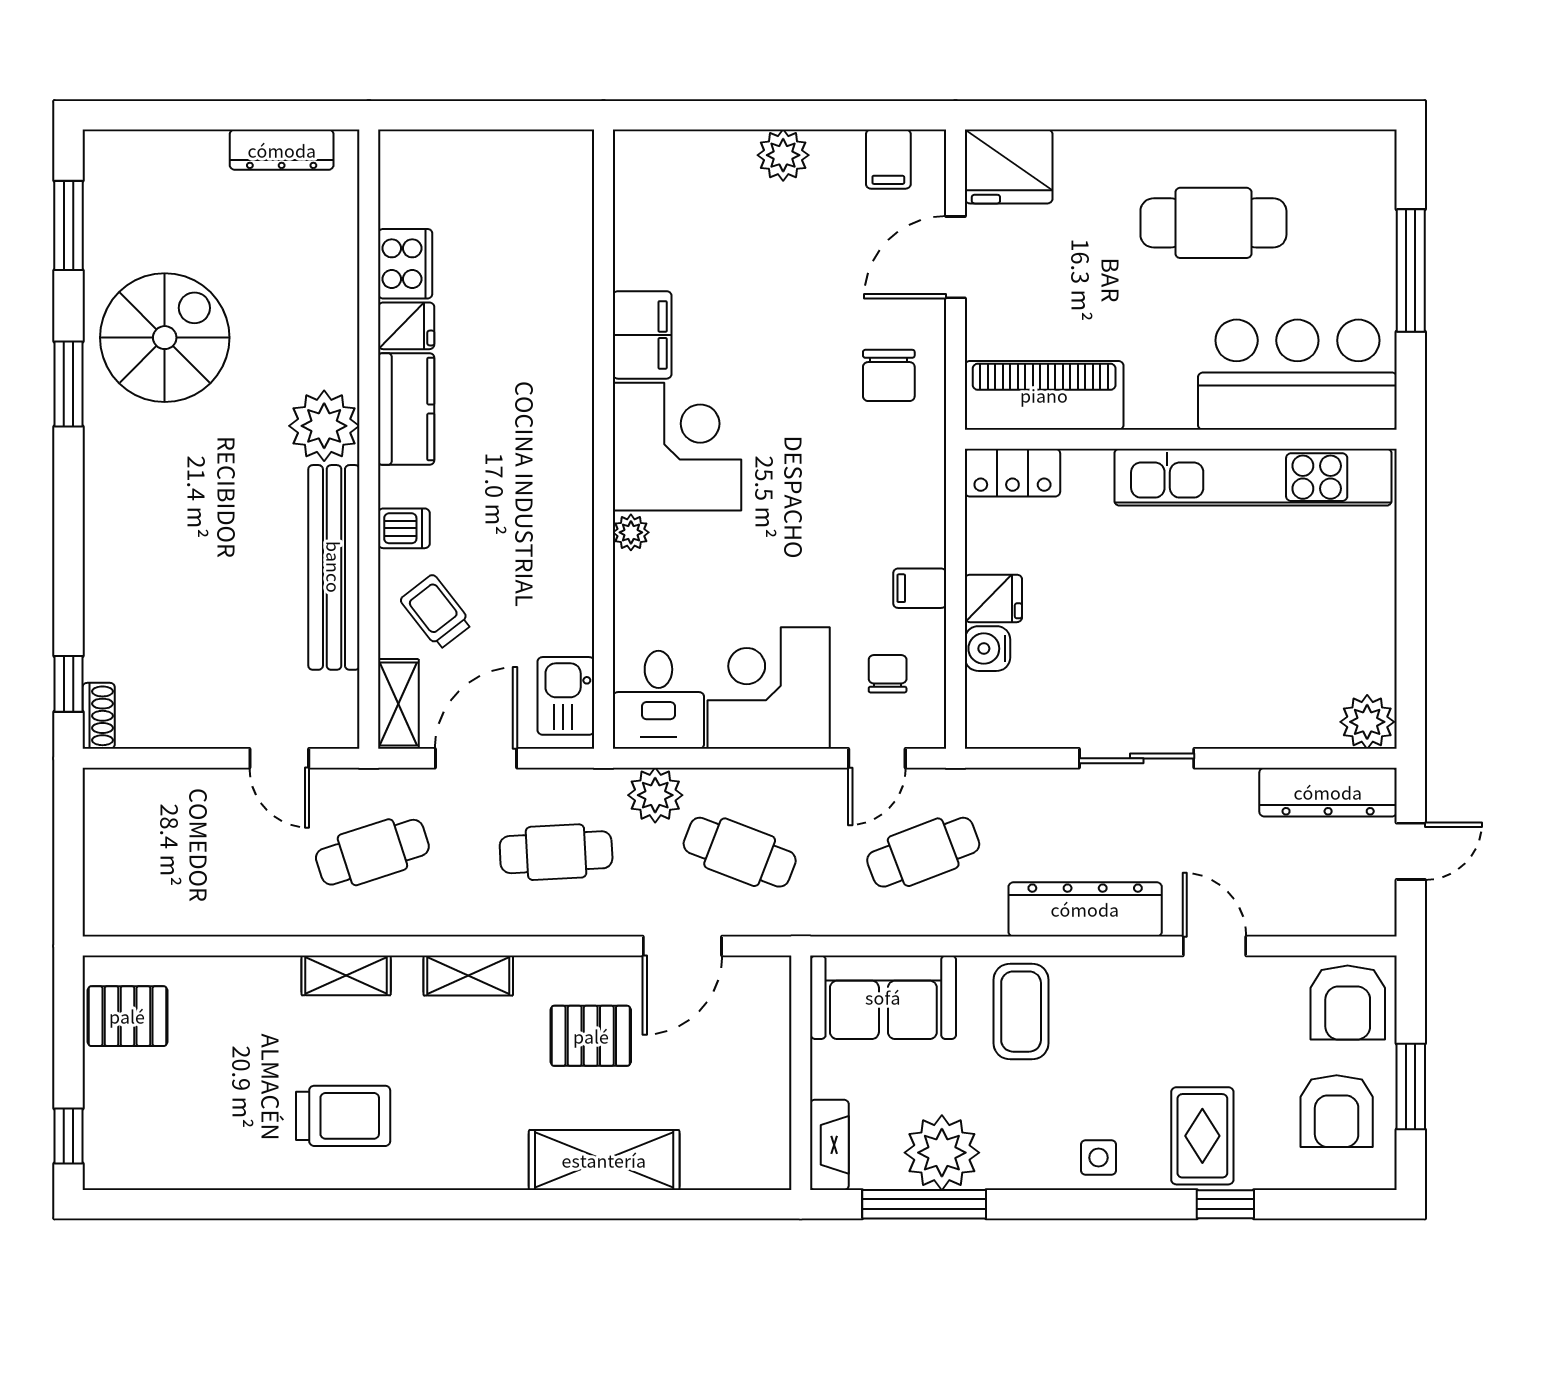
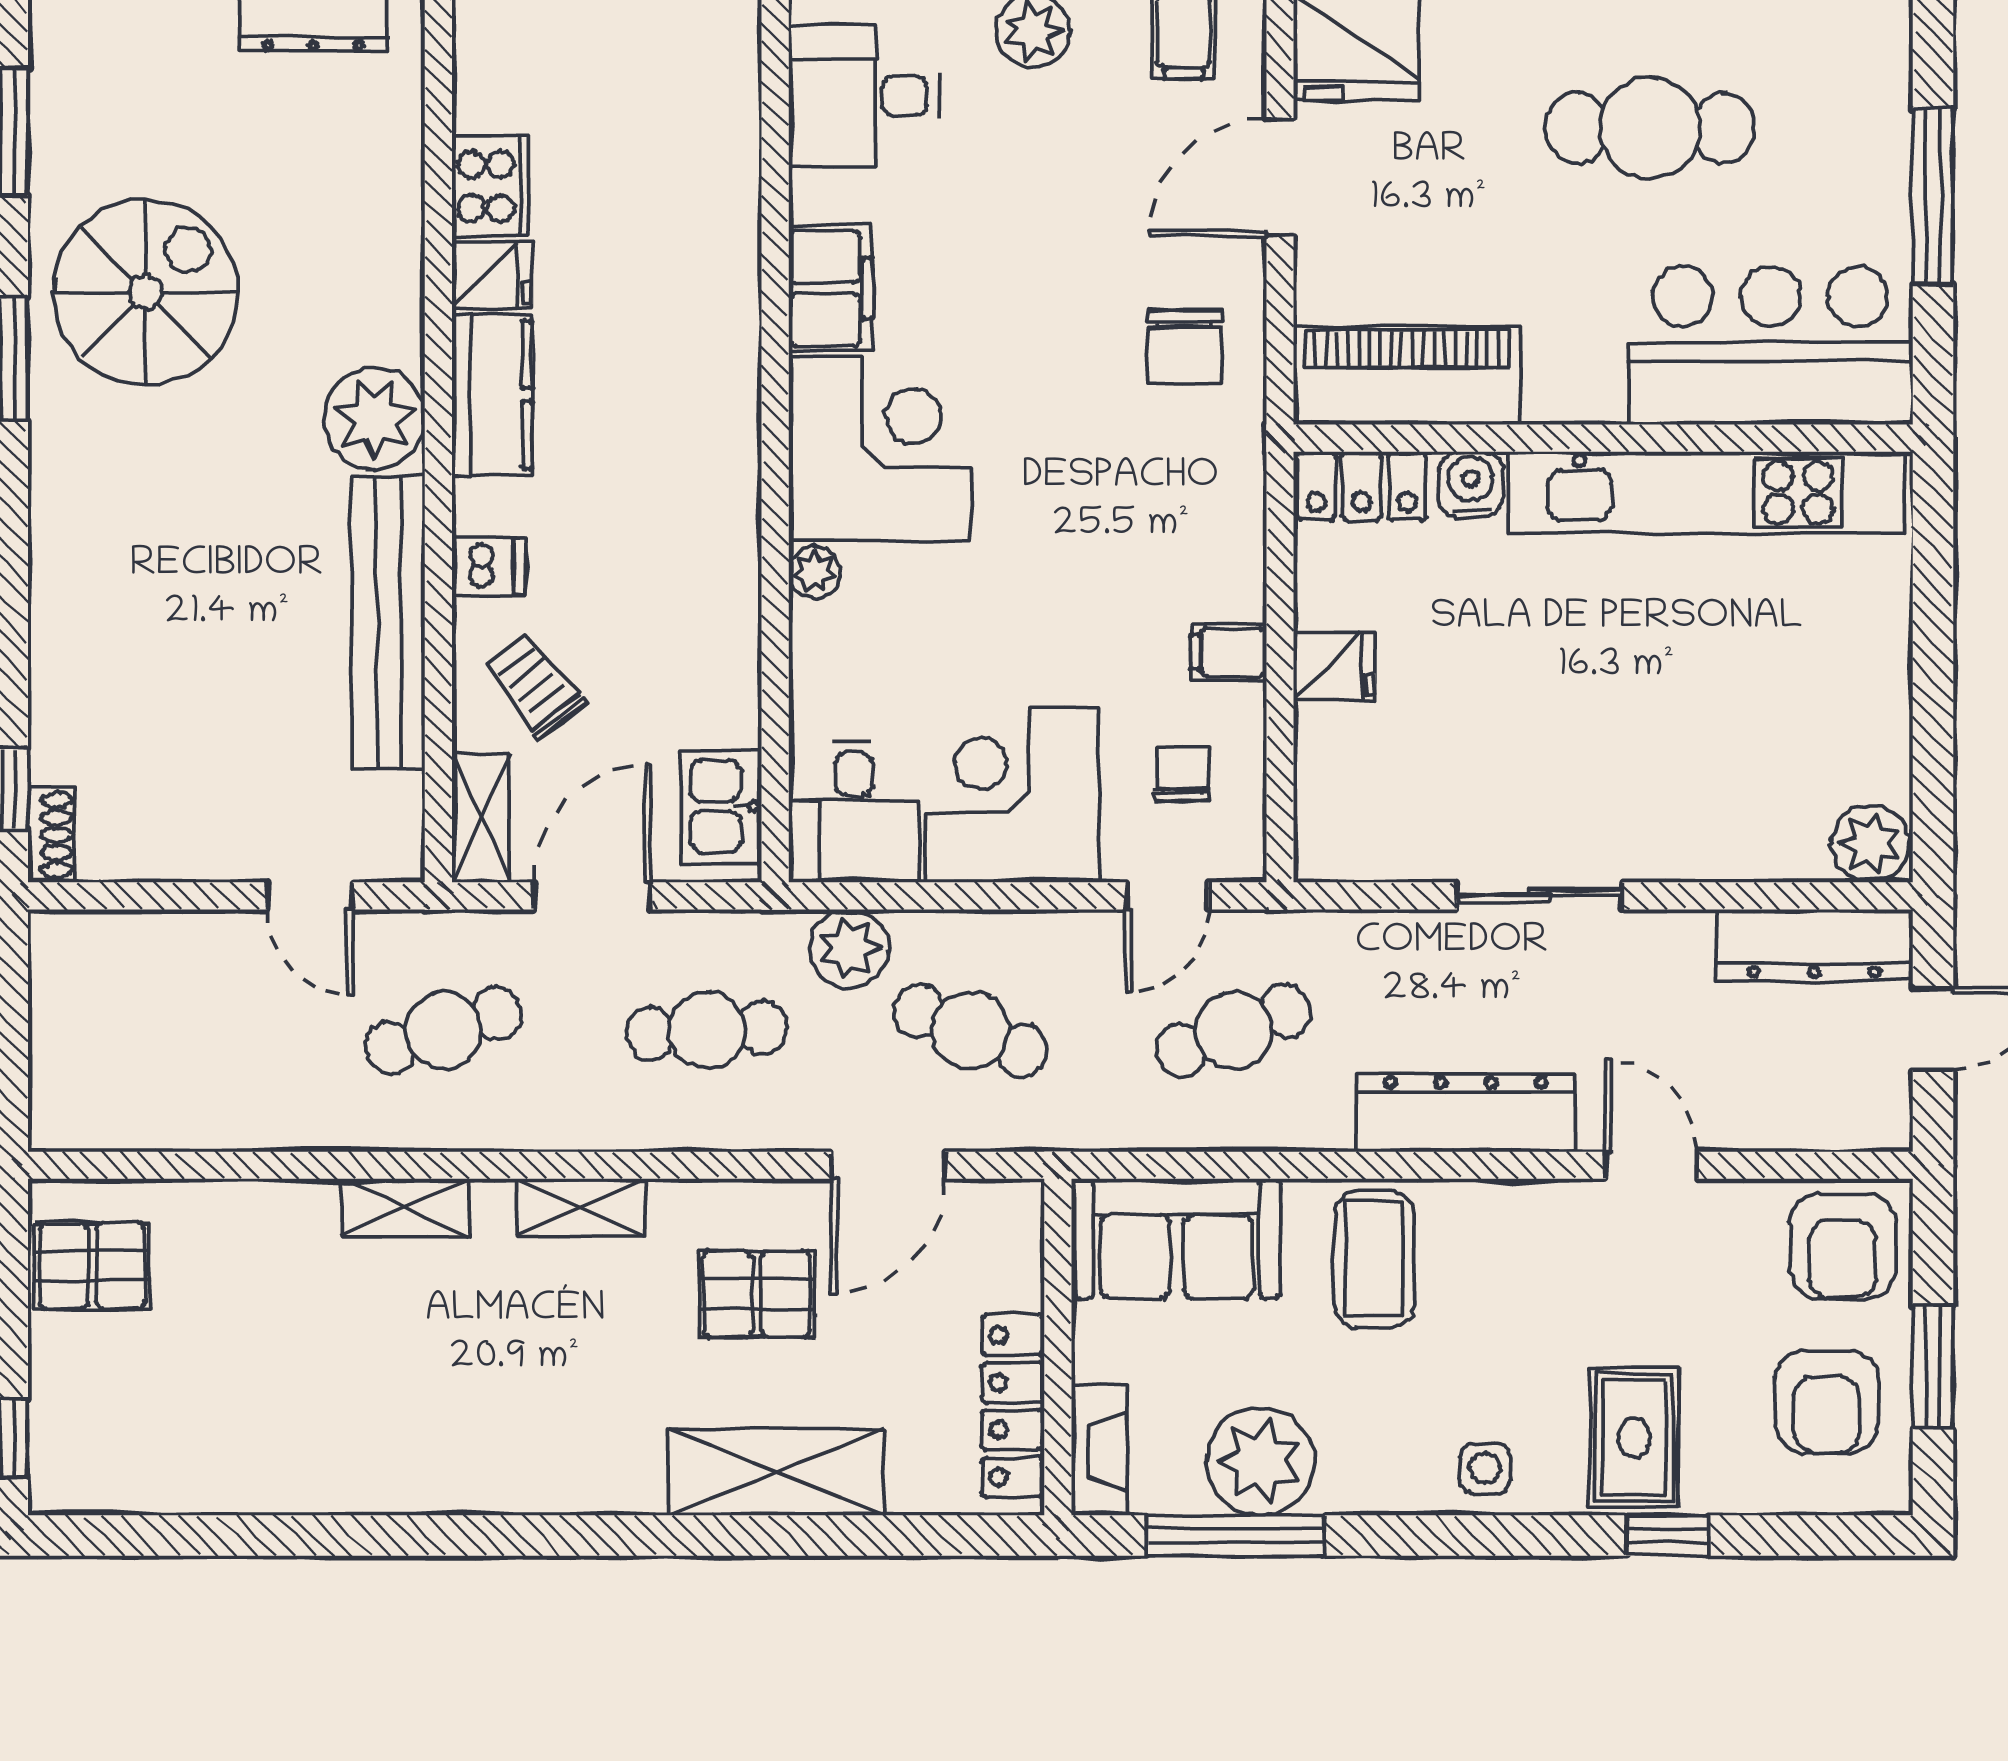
desk: (666, 200) -> (864, 96), added
water cooler: (987, 649) -> (1470, 484), moved, turned 90
locker: (769, 1114) -> (1013, 1406), added
trolley: (343, 1116) -> (402, 1409), removed

